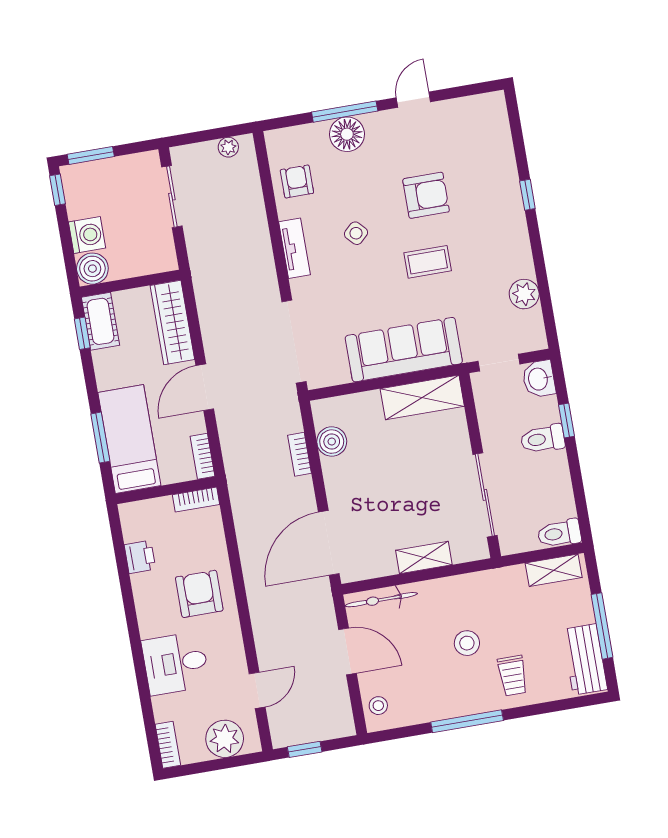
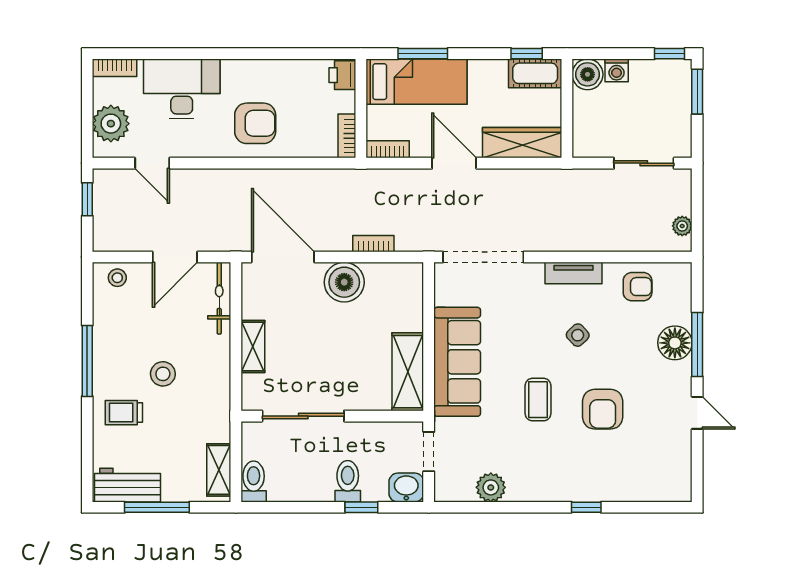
washing machine: (87, 235) -> (617, 70), width x0.73, depth x0.73
boiler: (332, 442) -> (344, 282), moved, width x1.37, depth x1.37
printer: (140, 557) -> (342, 75), moved, turned 90
desk: (176, 663) -> (182, 89), width x1.37

